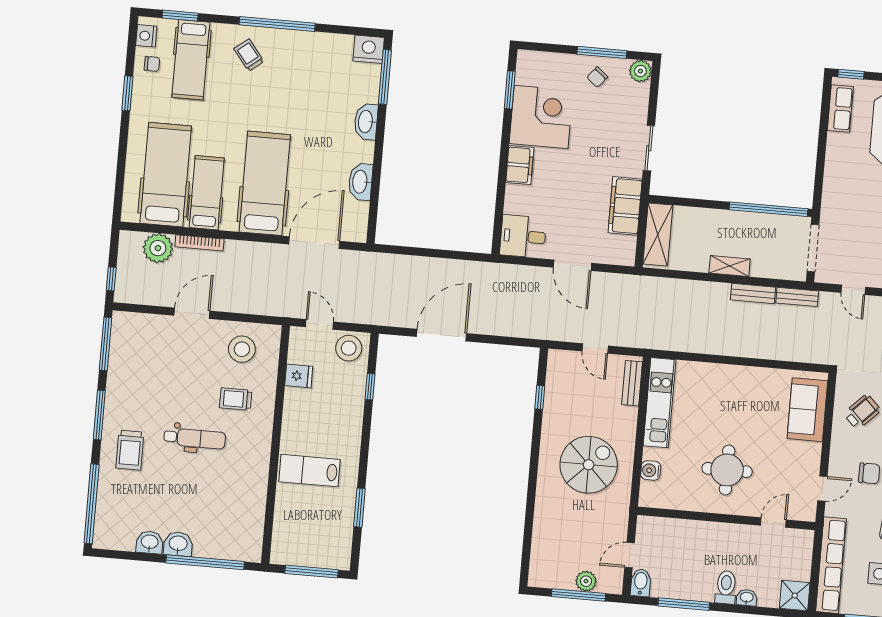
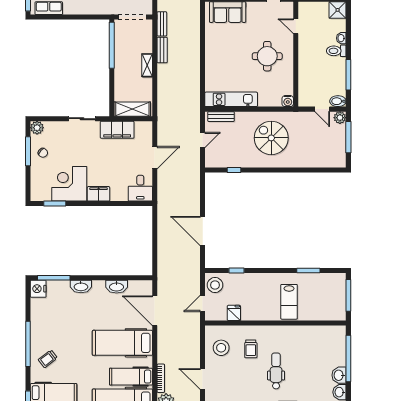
water cooler: (651, 470) -> (288, 101), moved
plant: (586, 581) -> (340, 118), moved

